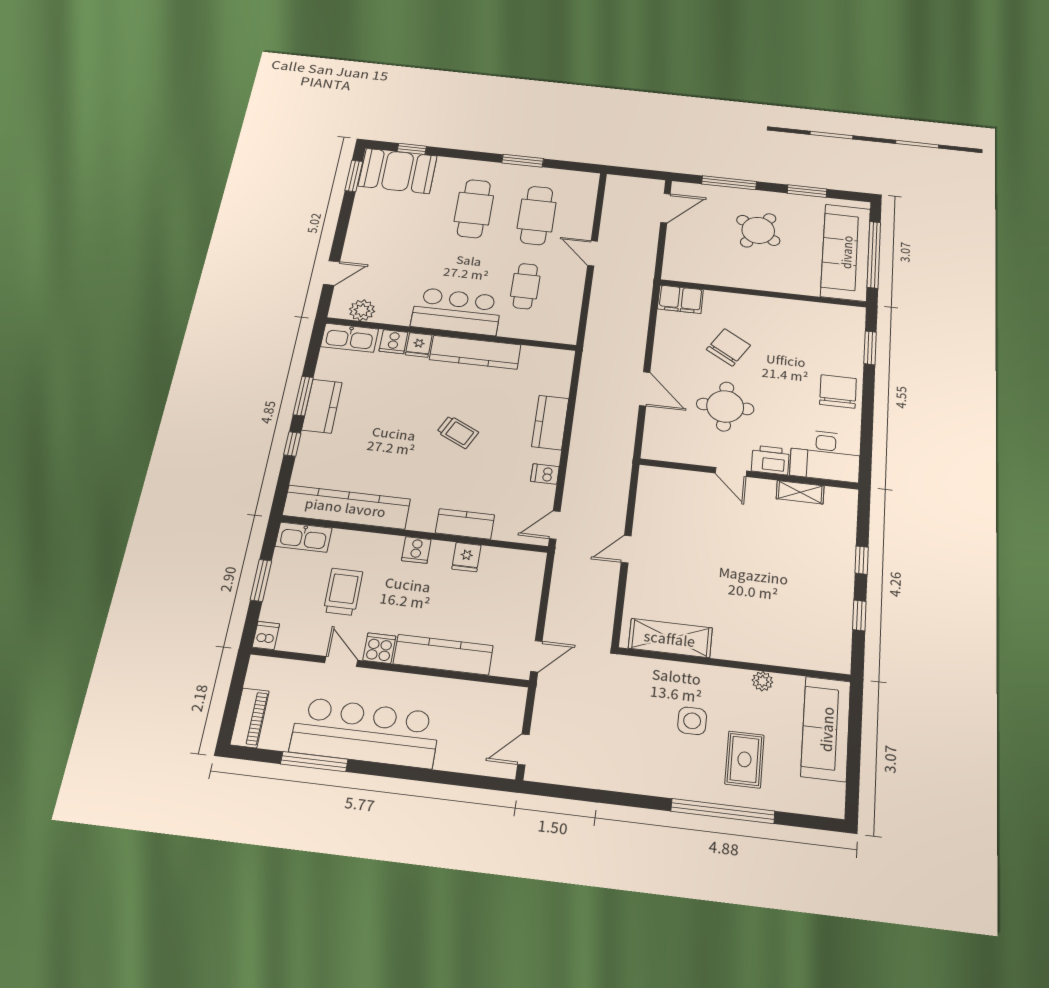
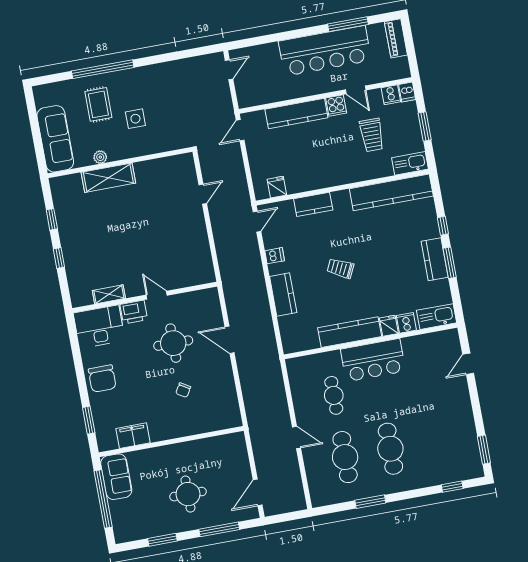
booth: (398, 171) -> (455, 464), removed
round table: (758, 230) -> (188, 494), turned -33
sofa: (846, 252) -> (116, 477), width x0.54, depth x0.79
filing cabinet: (680, 299) -> (133, 436), moved
plant: (362, 310) -> (436, 341), removed
chair: (728, 347) -> (183, 390), width x0.54, depth x0.54
door: (626, 549) -> (203, 194), moved
cooker: (416, 550) -> (391, 95), moved, turned 180
fridge: (466, 557) -> (277, 187), moved
shelving: (670, 638) -> (108, 178), moved

